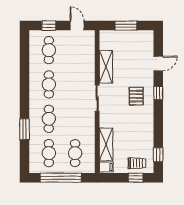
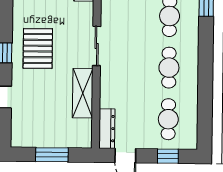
dresser: (90, 43) -> (107, 129), added
pallet: (136, 96) -> (38, 49), width x1.50, depth x1.42

